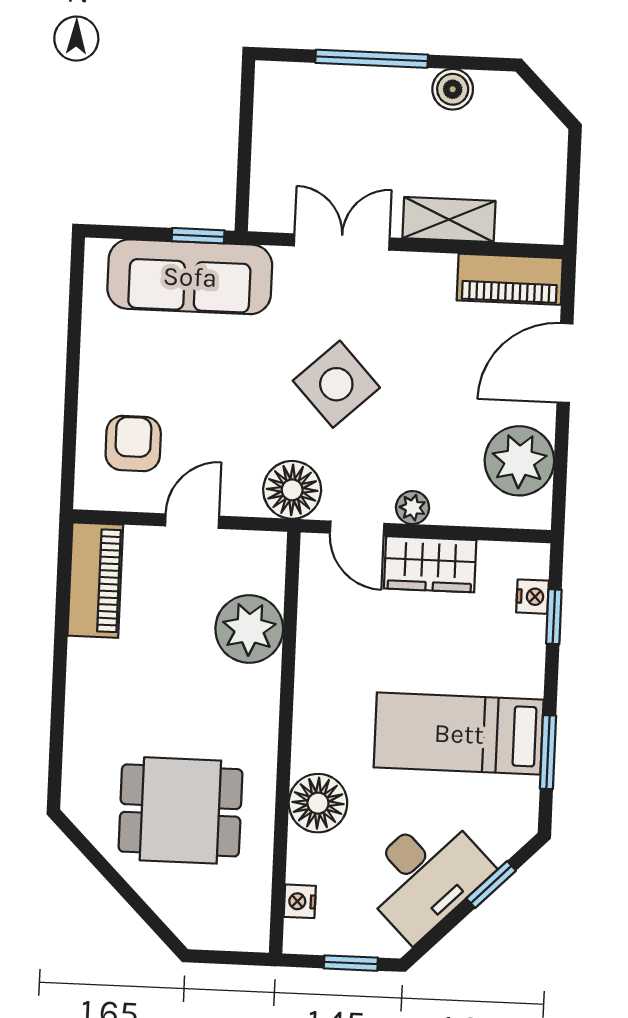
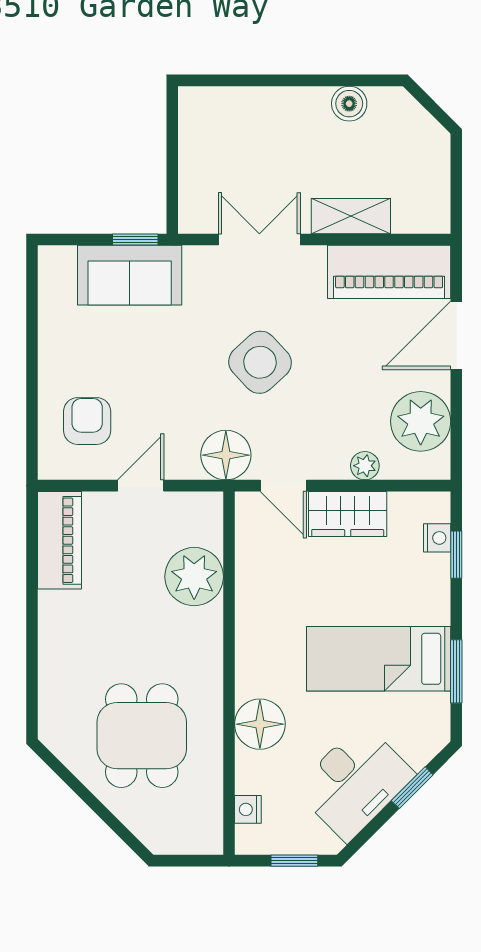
window: (372, 59) -> (278, 80), removed
sofa: (190, 277) -> (130, 275), width x0.73
piano: (510, 279) -> (389, 272), width x1.37, depth x1.33
plant: (413, 508) -> (365, 466), moved
dining table: (180, 810) -> (142, 736), turned 90

